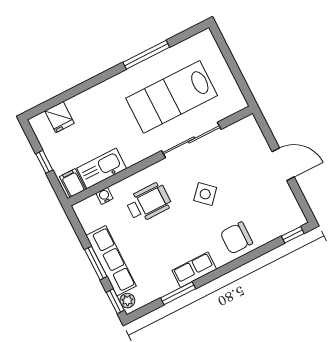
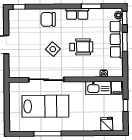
wheelchair: (149, 202) -> (81, 47), moved, turned 180
chair: (236, 238) -> (48, 19), turned 180

